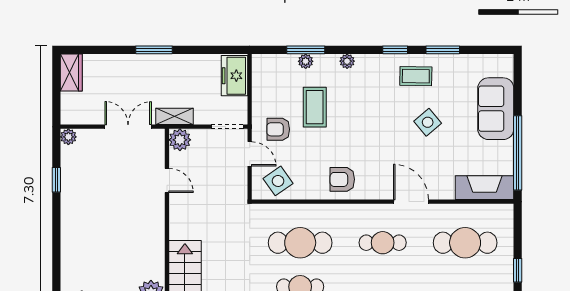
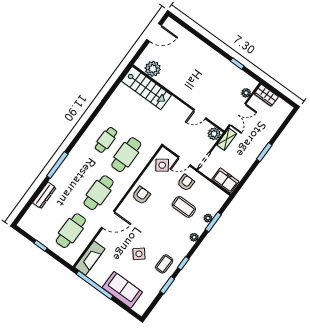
wardrobe: (71, 73) -> (266, 95), moved
plant: (68, 137) -> (246, 93), moved
cafe table: (383, 243) -> (99, 193), width x1.37, depth x1.35

